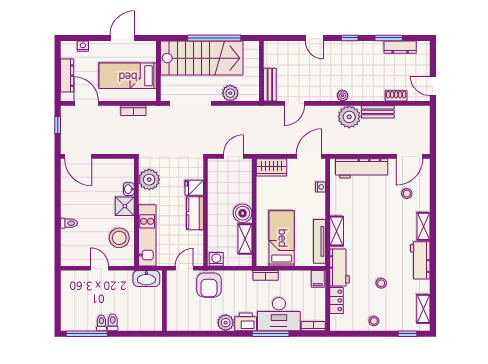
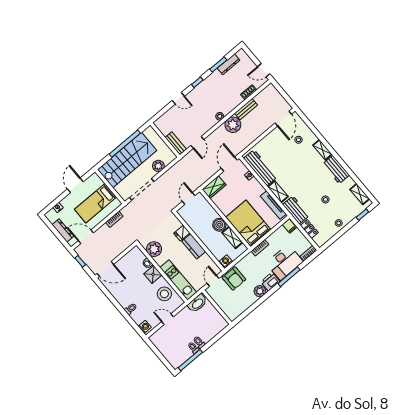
workbench: (362, 168) -> (260, 168), moved, turned -90
bed: (282, 238) -> (248, 223), width x1.50
washing machine: (67, 256) -> (145, 327), added

